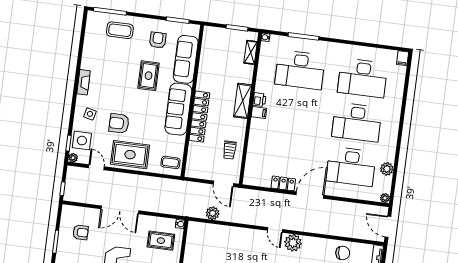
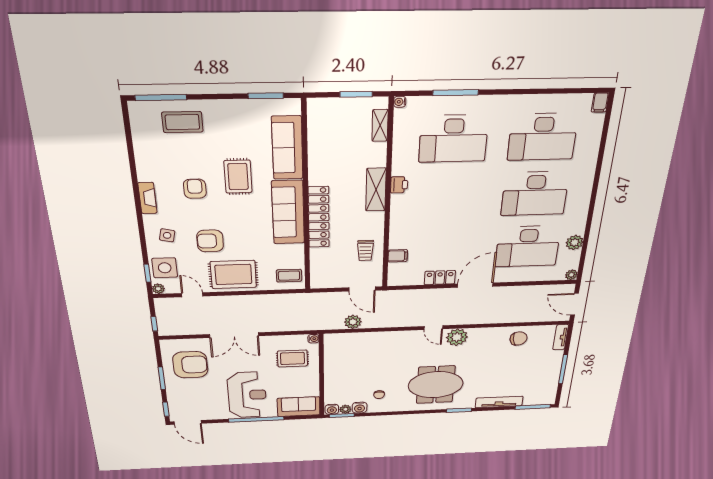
armchair: (158, 40) -> (195, 189), moved
filing cabinet: (259, 112) -> (398, 256), moved
armchair: (81, 232) -> (190, 365), width x1.88, depth x1.88

